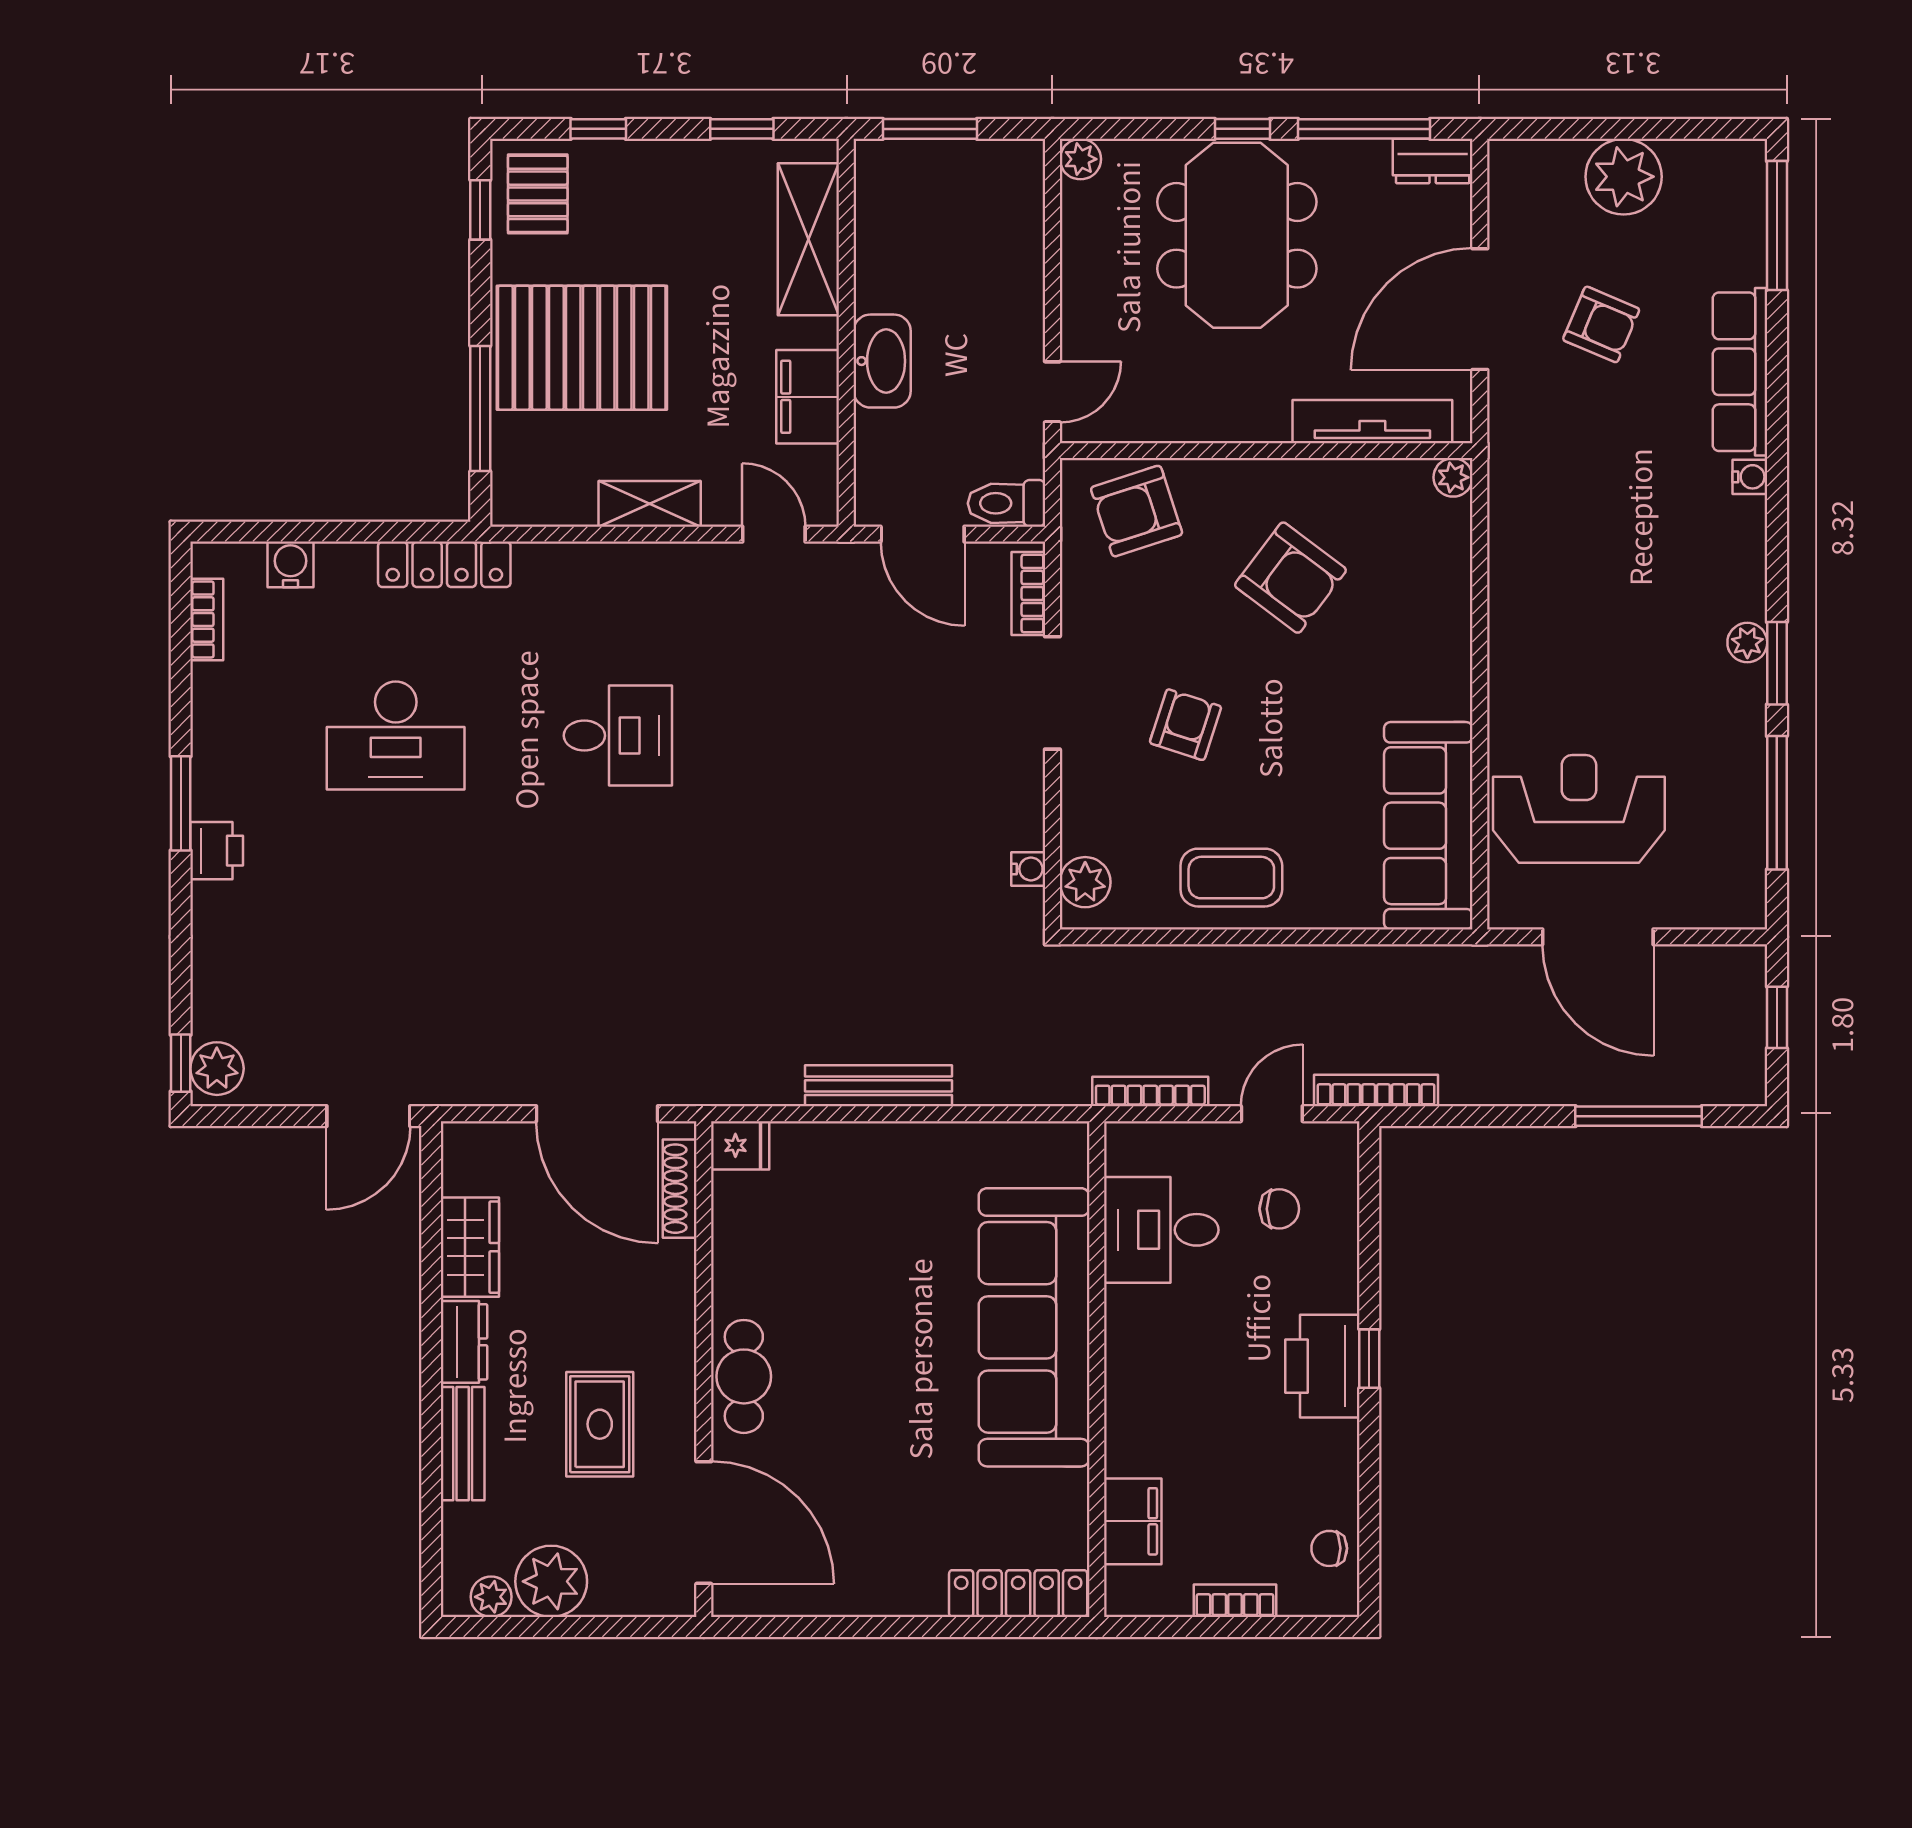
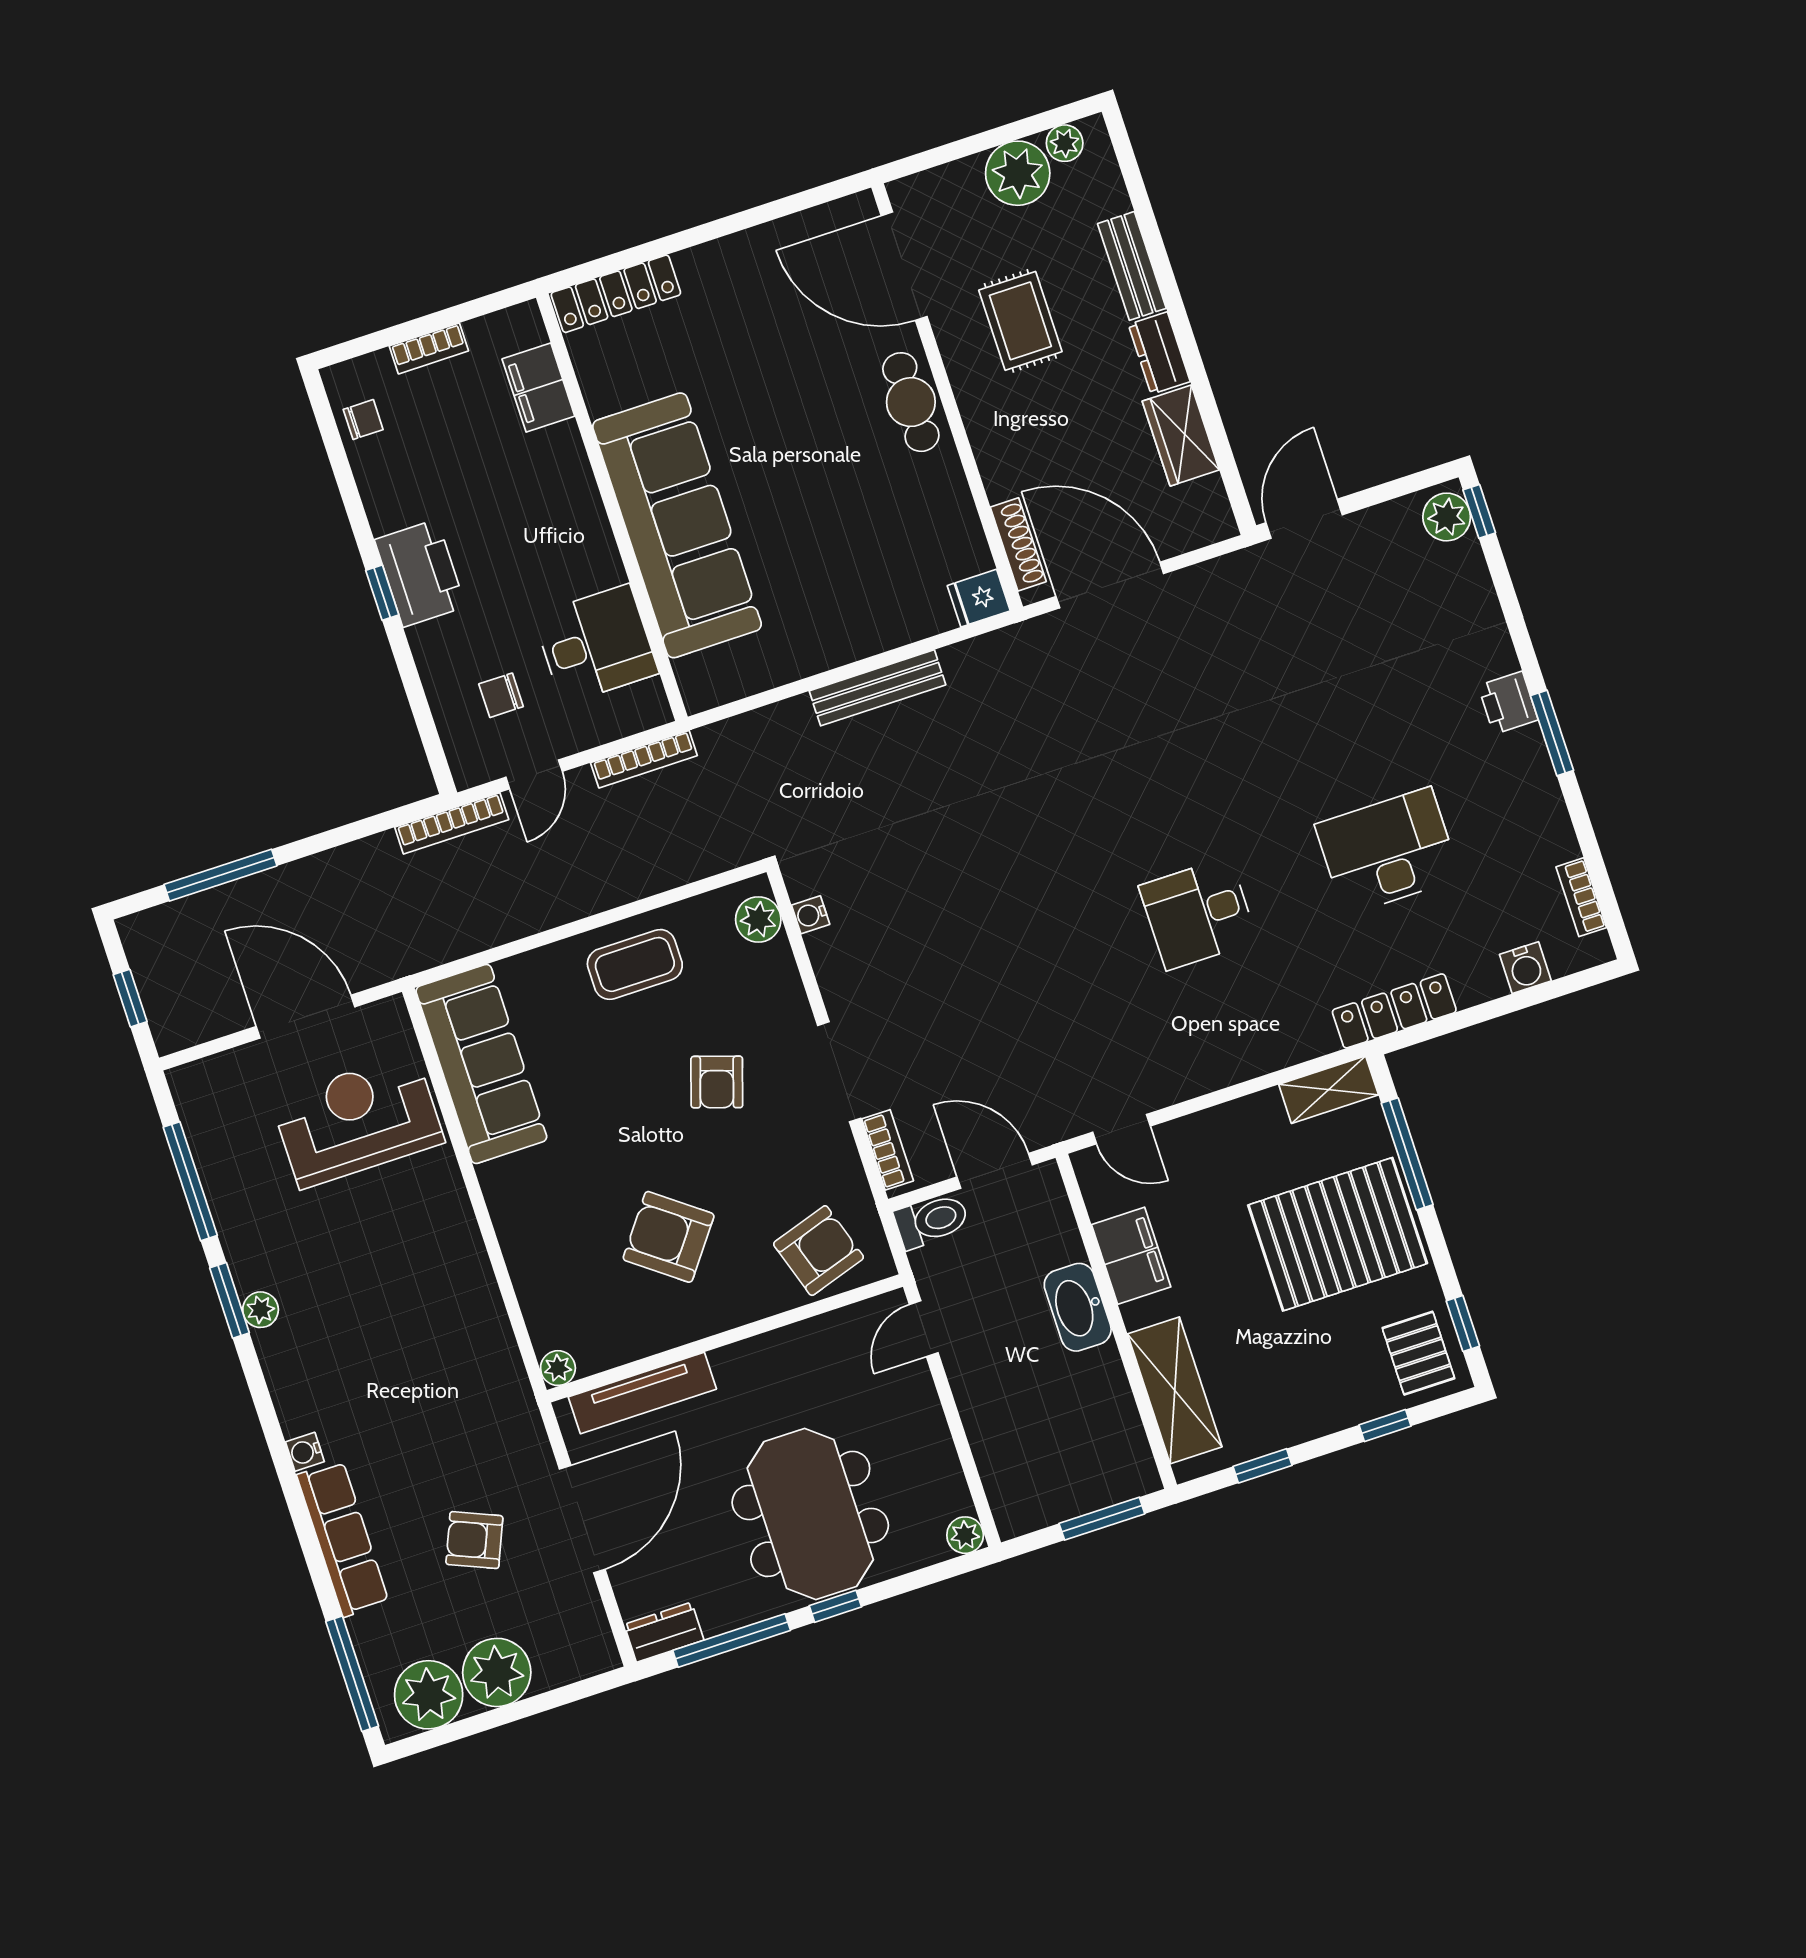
plant: (1703, 177) -> (429, 1695), added
shelving: (650, 504) -> (1329, 1090), moved
reception desk: (1579, 809) -> (358, 1121), turned 180

